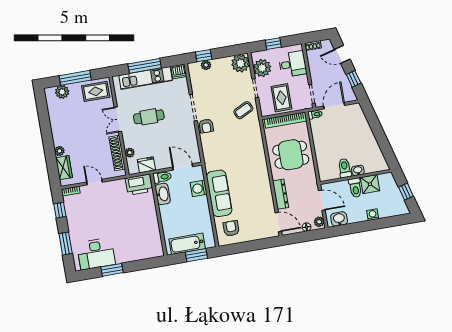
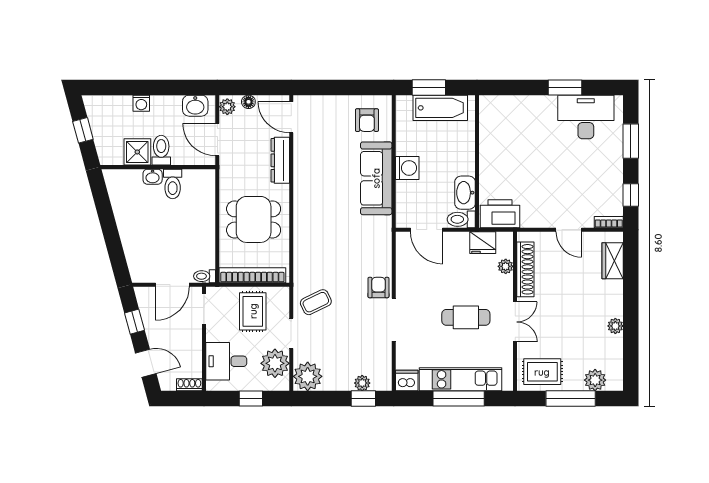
plant: (59, 151) -> (615, 326), moved
washing machine: (199, 188) -> (407, 168), moved

